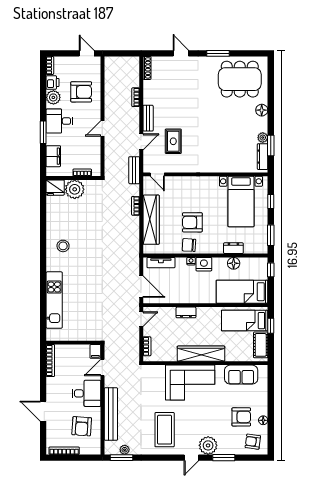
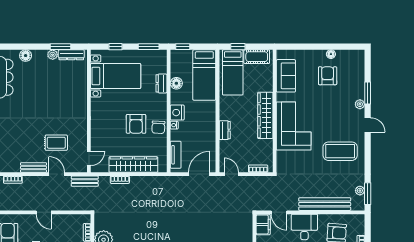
filing cabinet: (95, 351) -> (263, 224), width x2.00
armchair: (253, 442) -> (352, 64), removed
plant: (208, 445) -> (360, 104), width x0.53, depth x0.53

